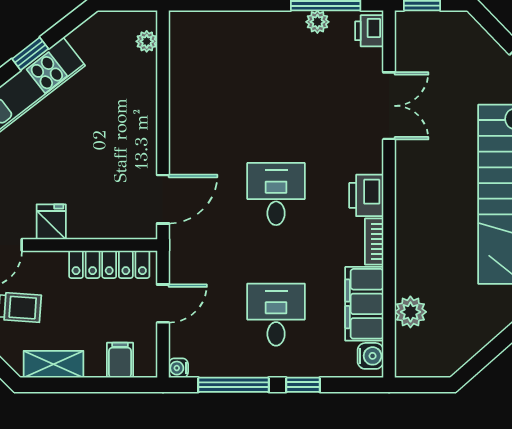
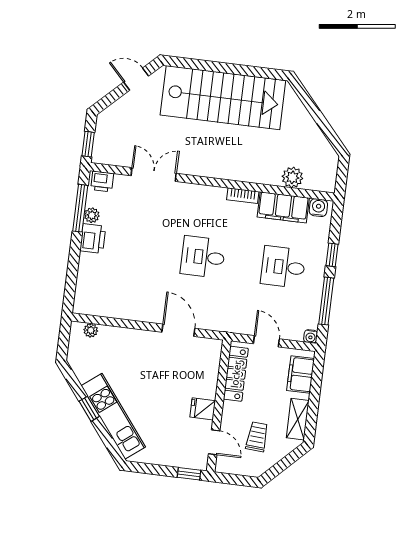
printer: (366, 195) -> (93, 239), moved, turned -90
door: (163, 199) -> (178, 330), moved
filing cabinet: (120, 360) -> (301, 375), width x2.00

